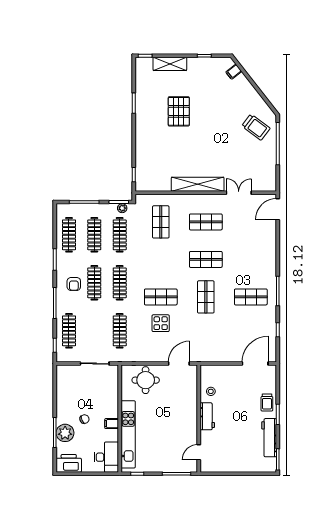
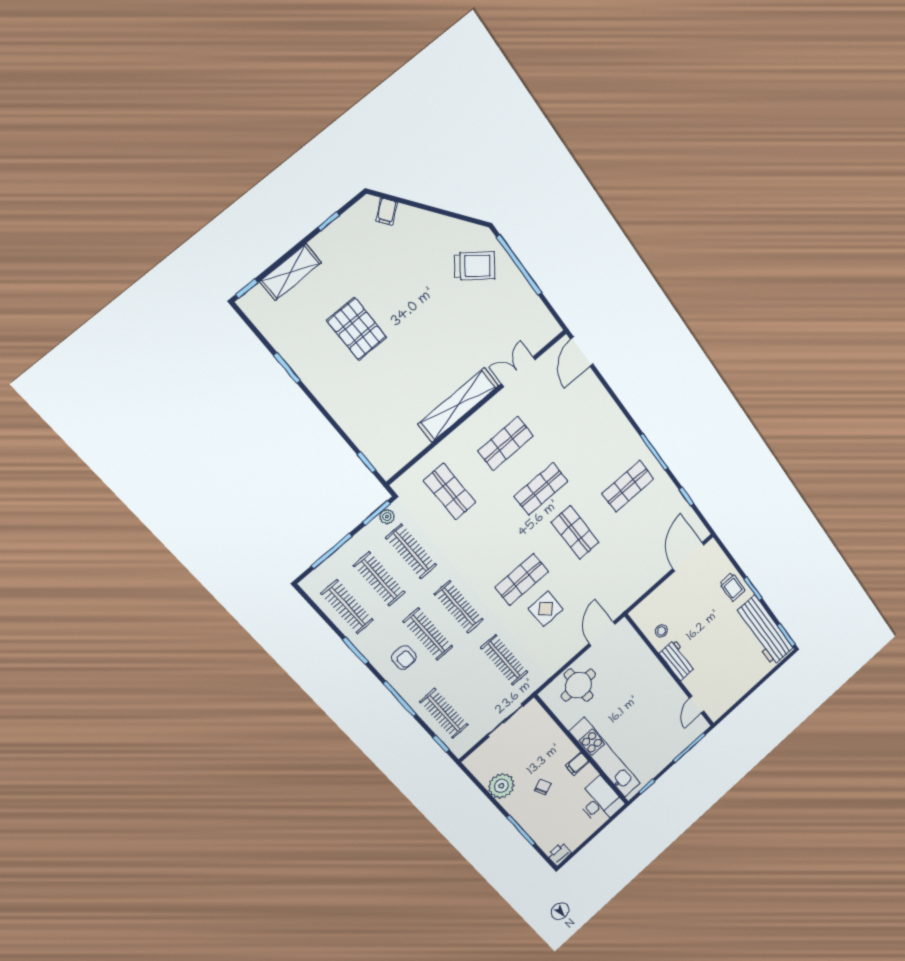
plant: (65, 433) -> (501, 786), moved
workbench: (269, 438) -> (764, 631), width x1.36, depth x1.32
printer: (69, 463) -> (559, 854), width x0.53, depth x0.68

